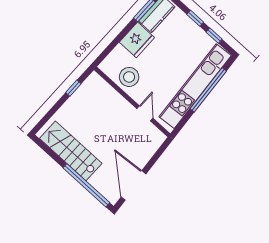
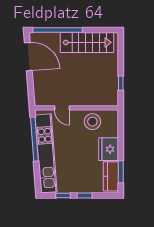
window: (208, 90) -> (34, 139), moved

